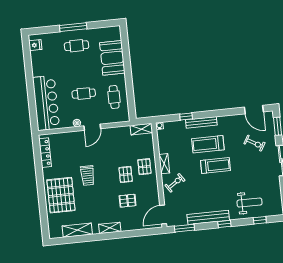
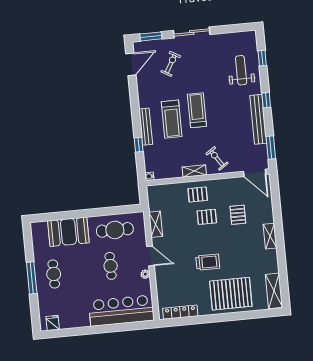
cafe table: (114, 97) -> (115, 230), width x1.37, depth x1.35
shelving: (141, 129) -> (156, 224), moved
shelving: (77, 230) -> (274, 291), moved

